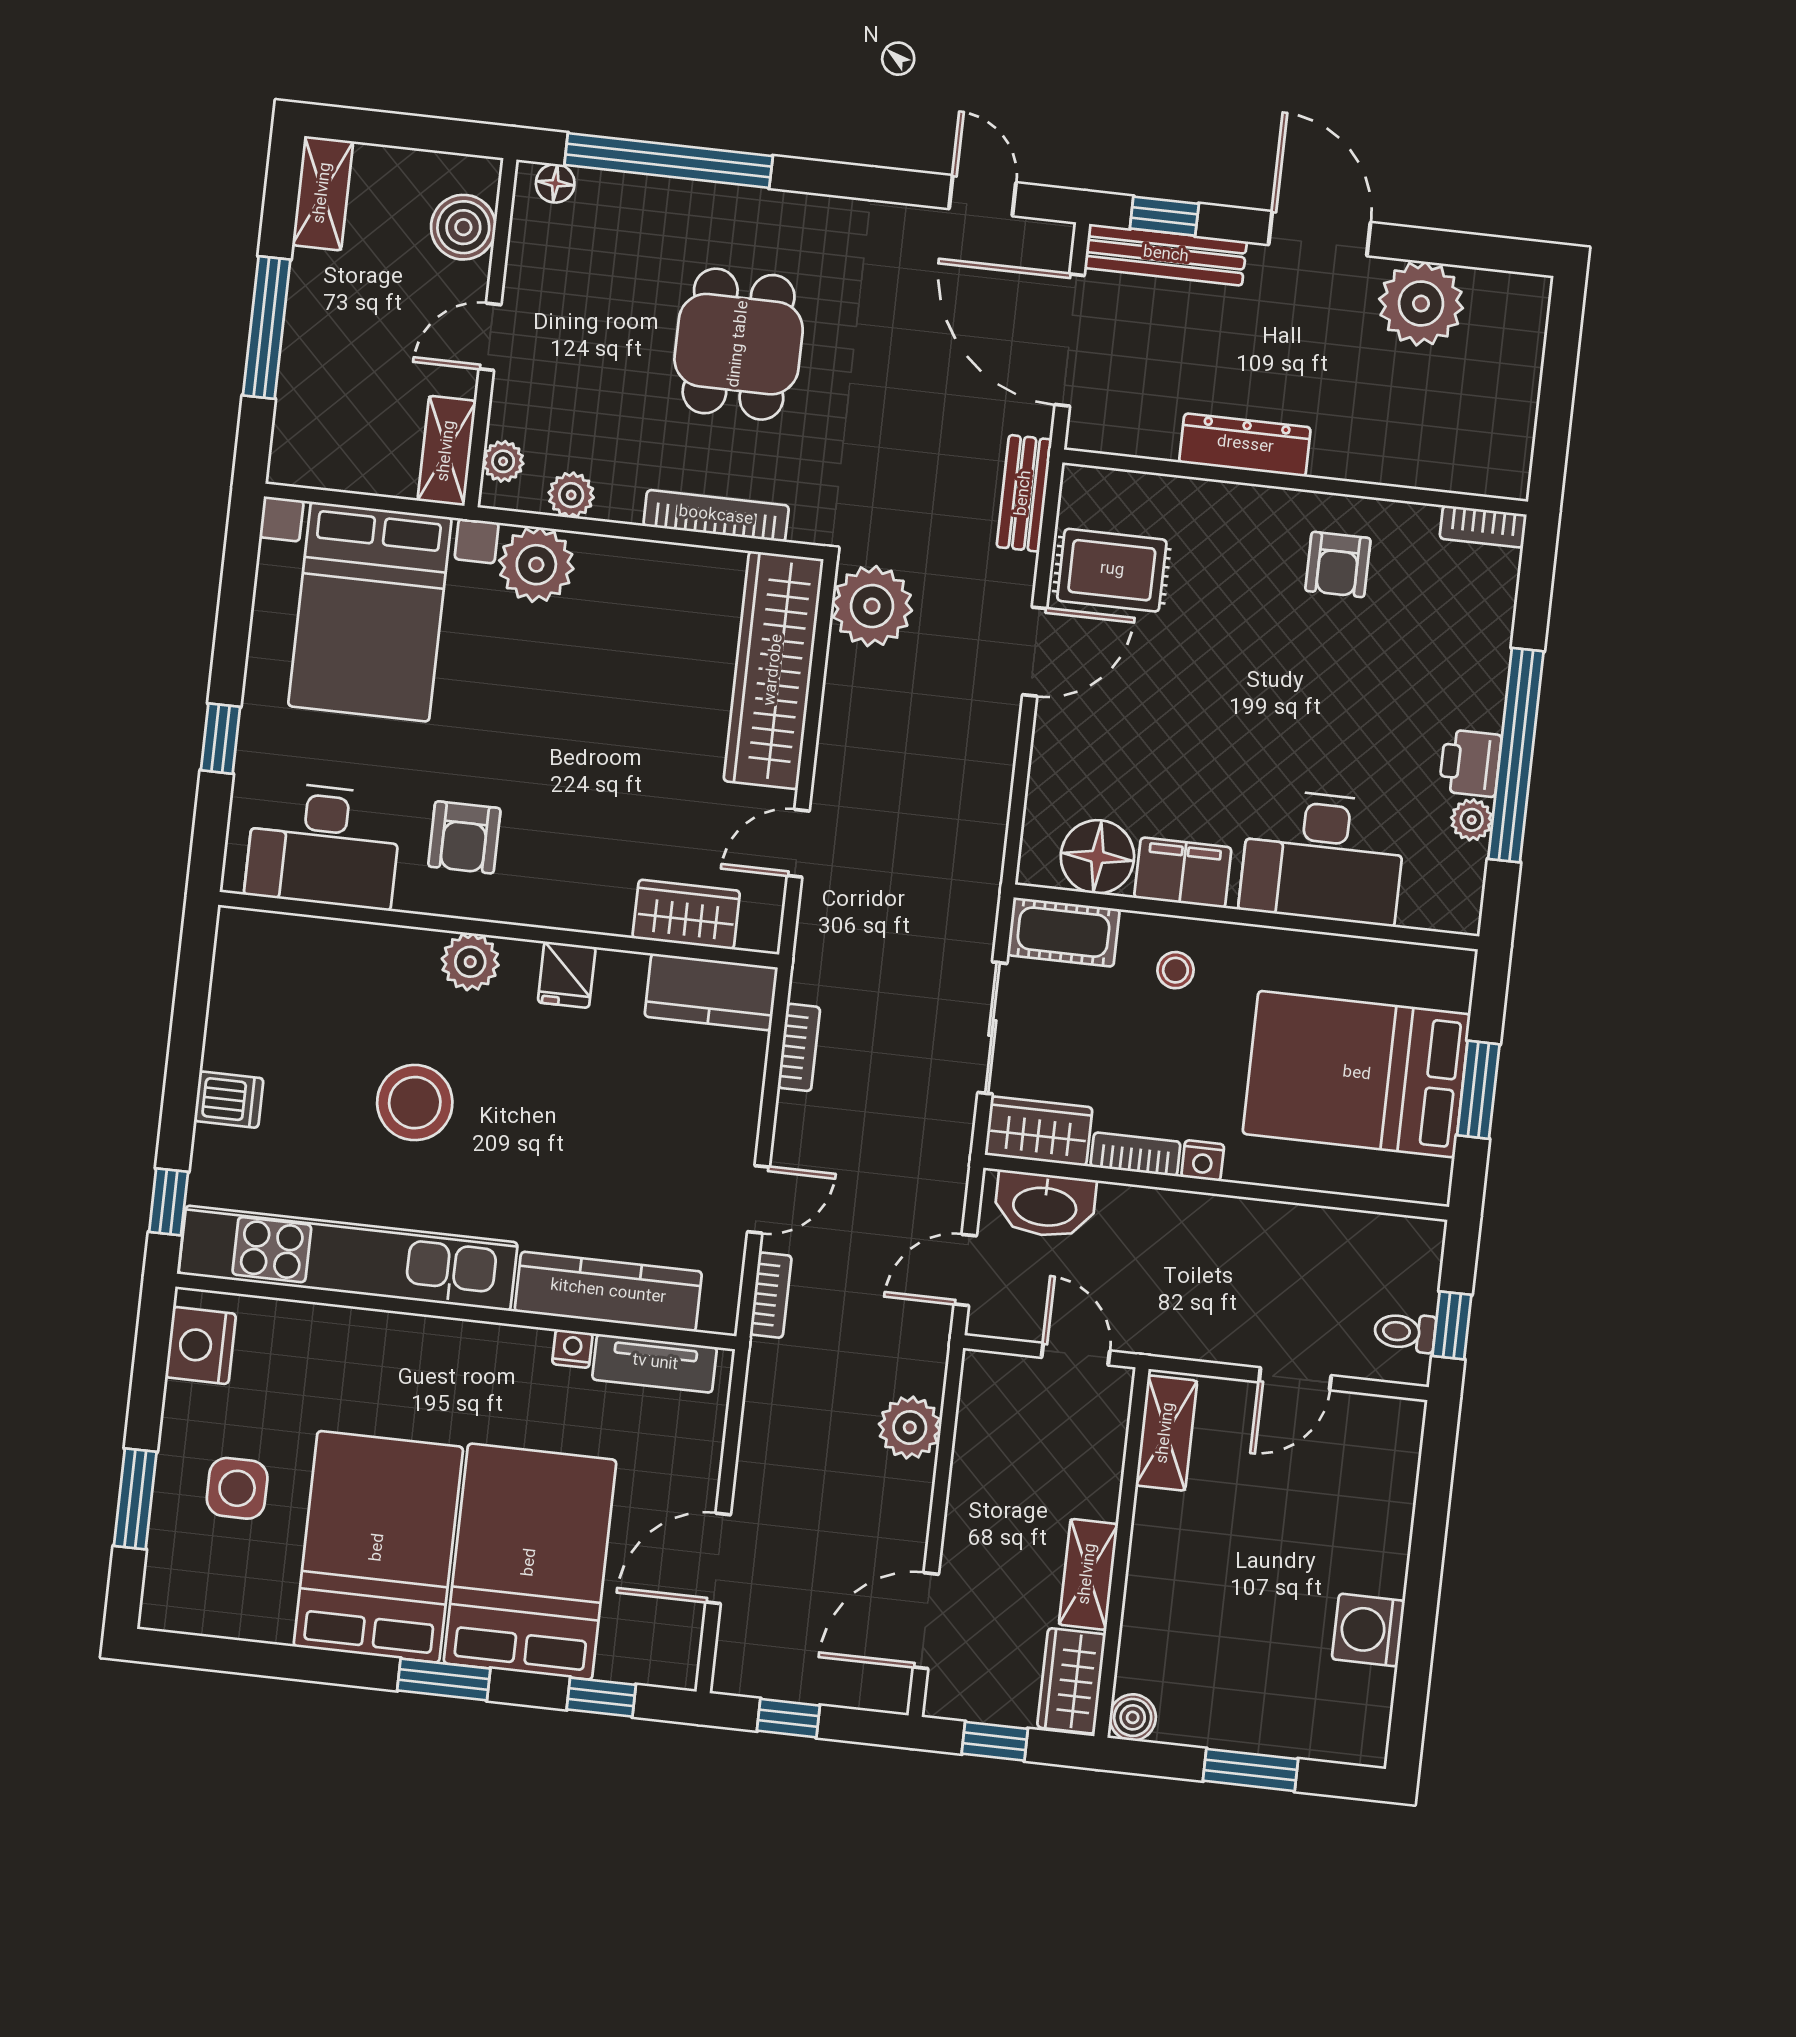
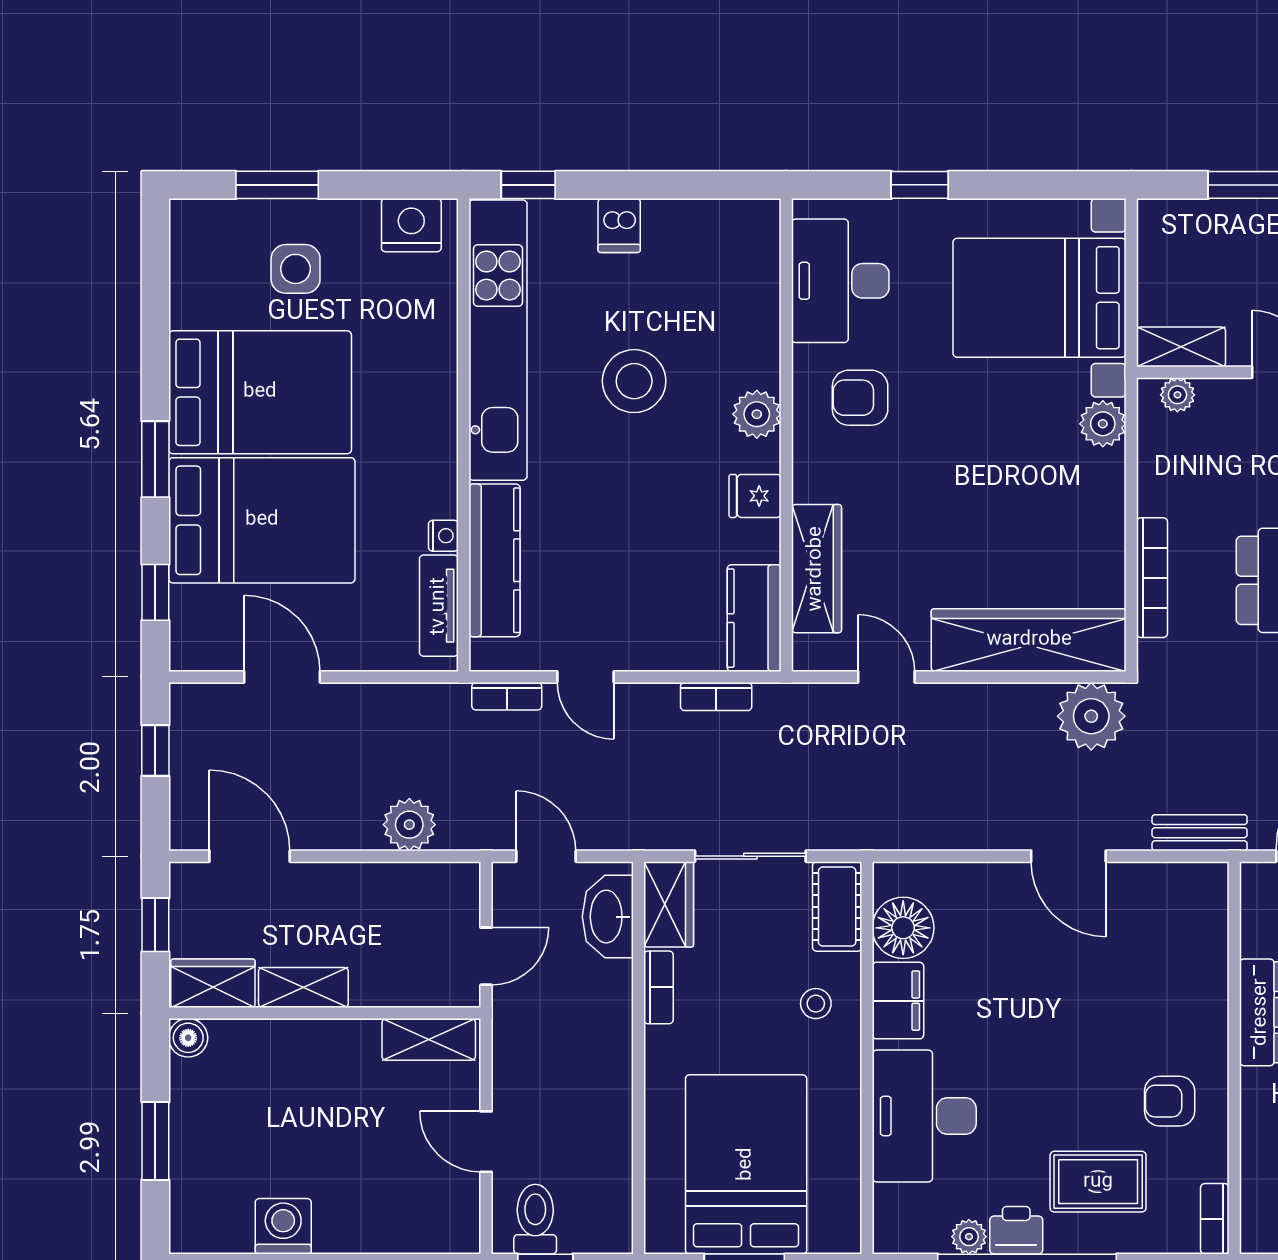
plant: (571, 495) -> (1156, 455), removed
plant: (536, 565) -> (1103, 424), width x0.73, depth x0.73
rug: (1112, 570) -> (1098, 1182), moved, turned 90
wardrobe: (686, 914) -> (816, 569), width x1.50
nightstand: (1203, 1161) -> (659, 1044), removed
toilet: (1405, 1332) -> (535, 1219), width x1.37, depth x1.39

